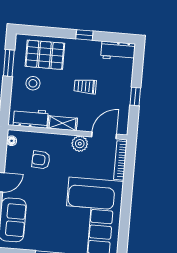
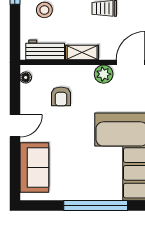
armchair: (41, 160) -> (61, 96), turned -93

